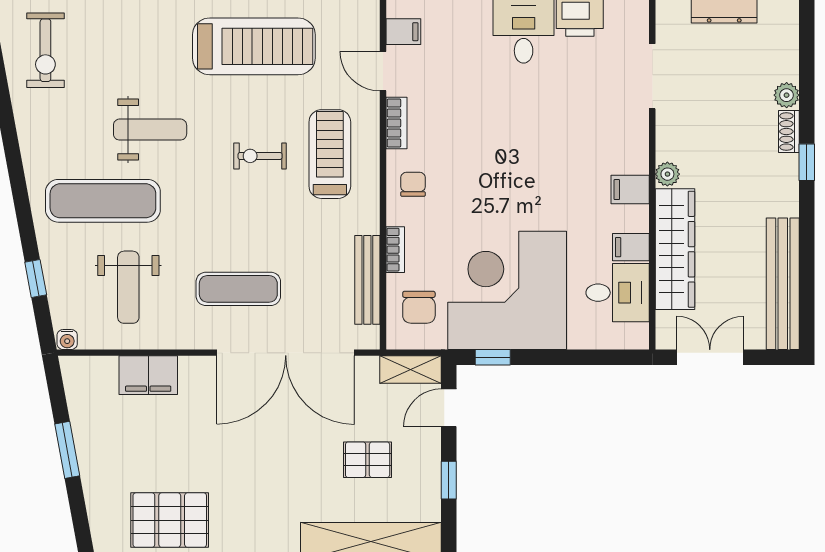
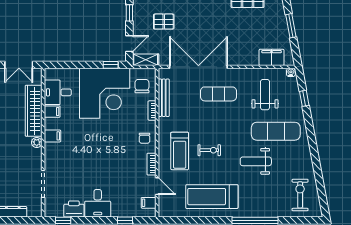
filing cabinet: (148, 375) -> (272, 57), moved

